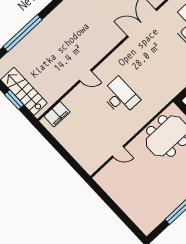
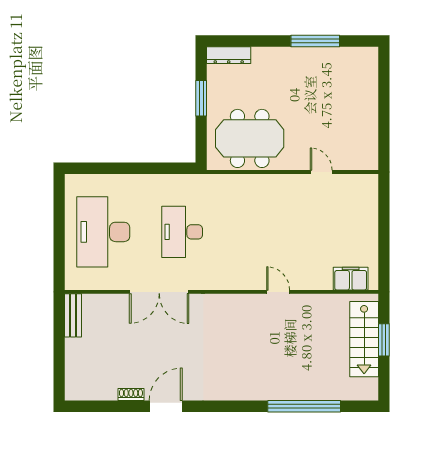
desk: (120, 97) -> (182, 232), moved

